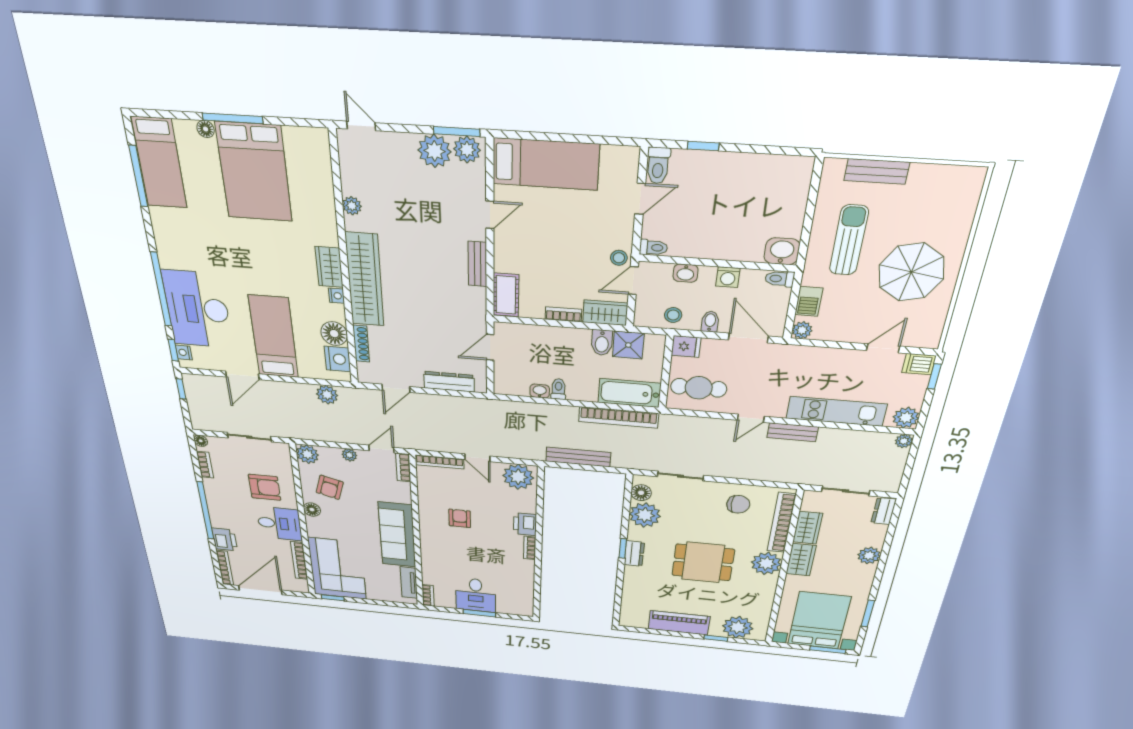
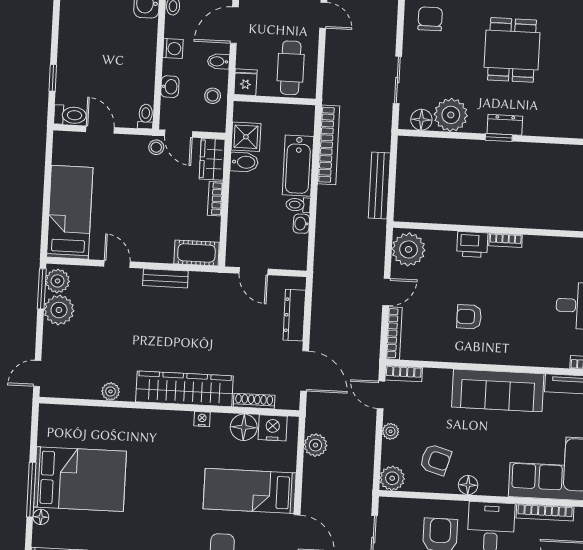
wardrobe: (329, 267) -> (172, 422), removed
door: (396, 388) -> (305, 371), width x1.38
bathtub: (629, 393) -> (298, 166), moved

